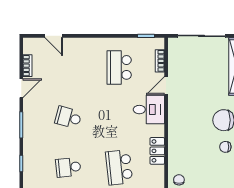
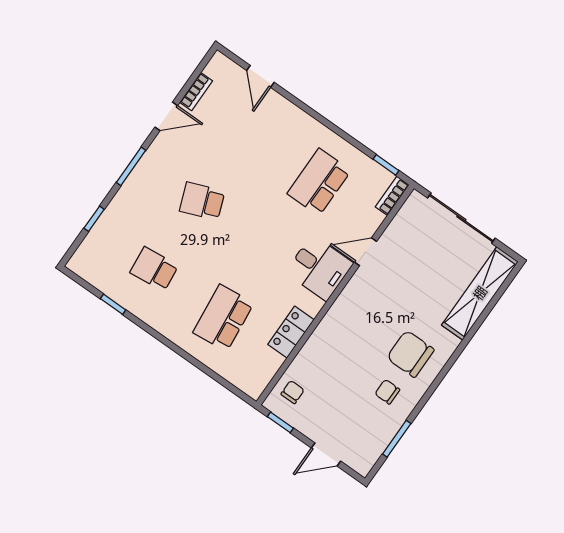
bookcase: (160, 61) -> (392, 196), moved
school desk: (68, 117) -> (202, 201), turned -36

